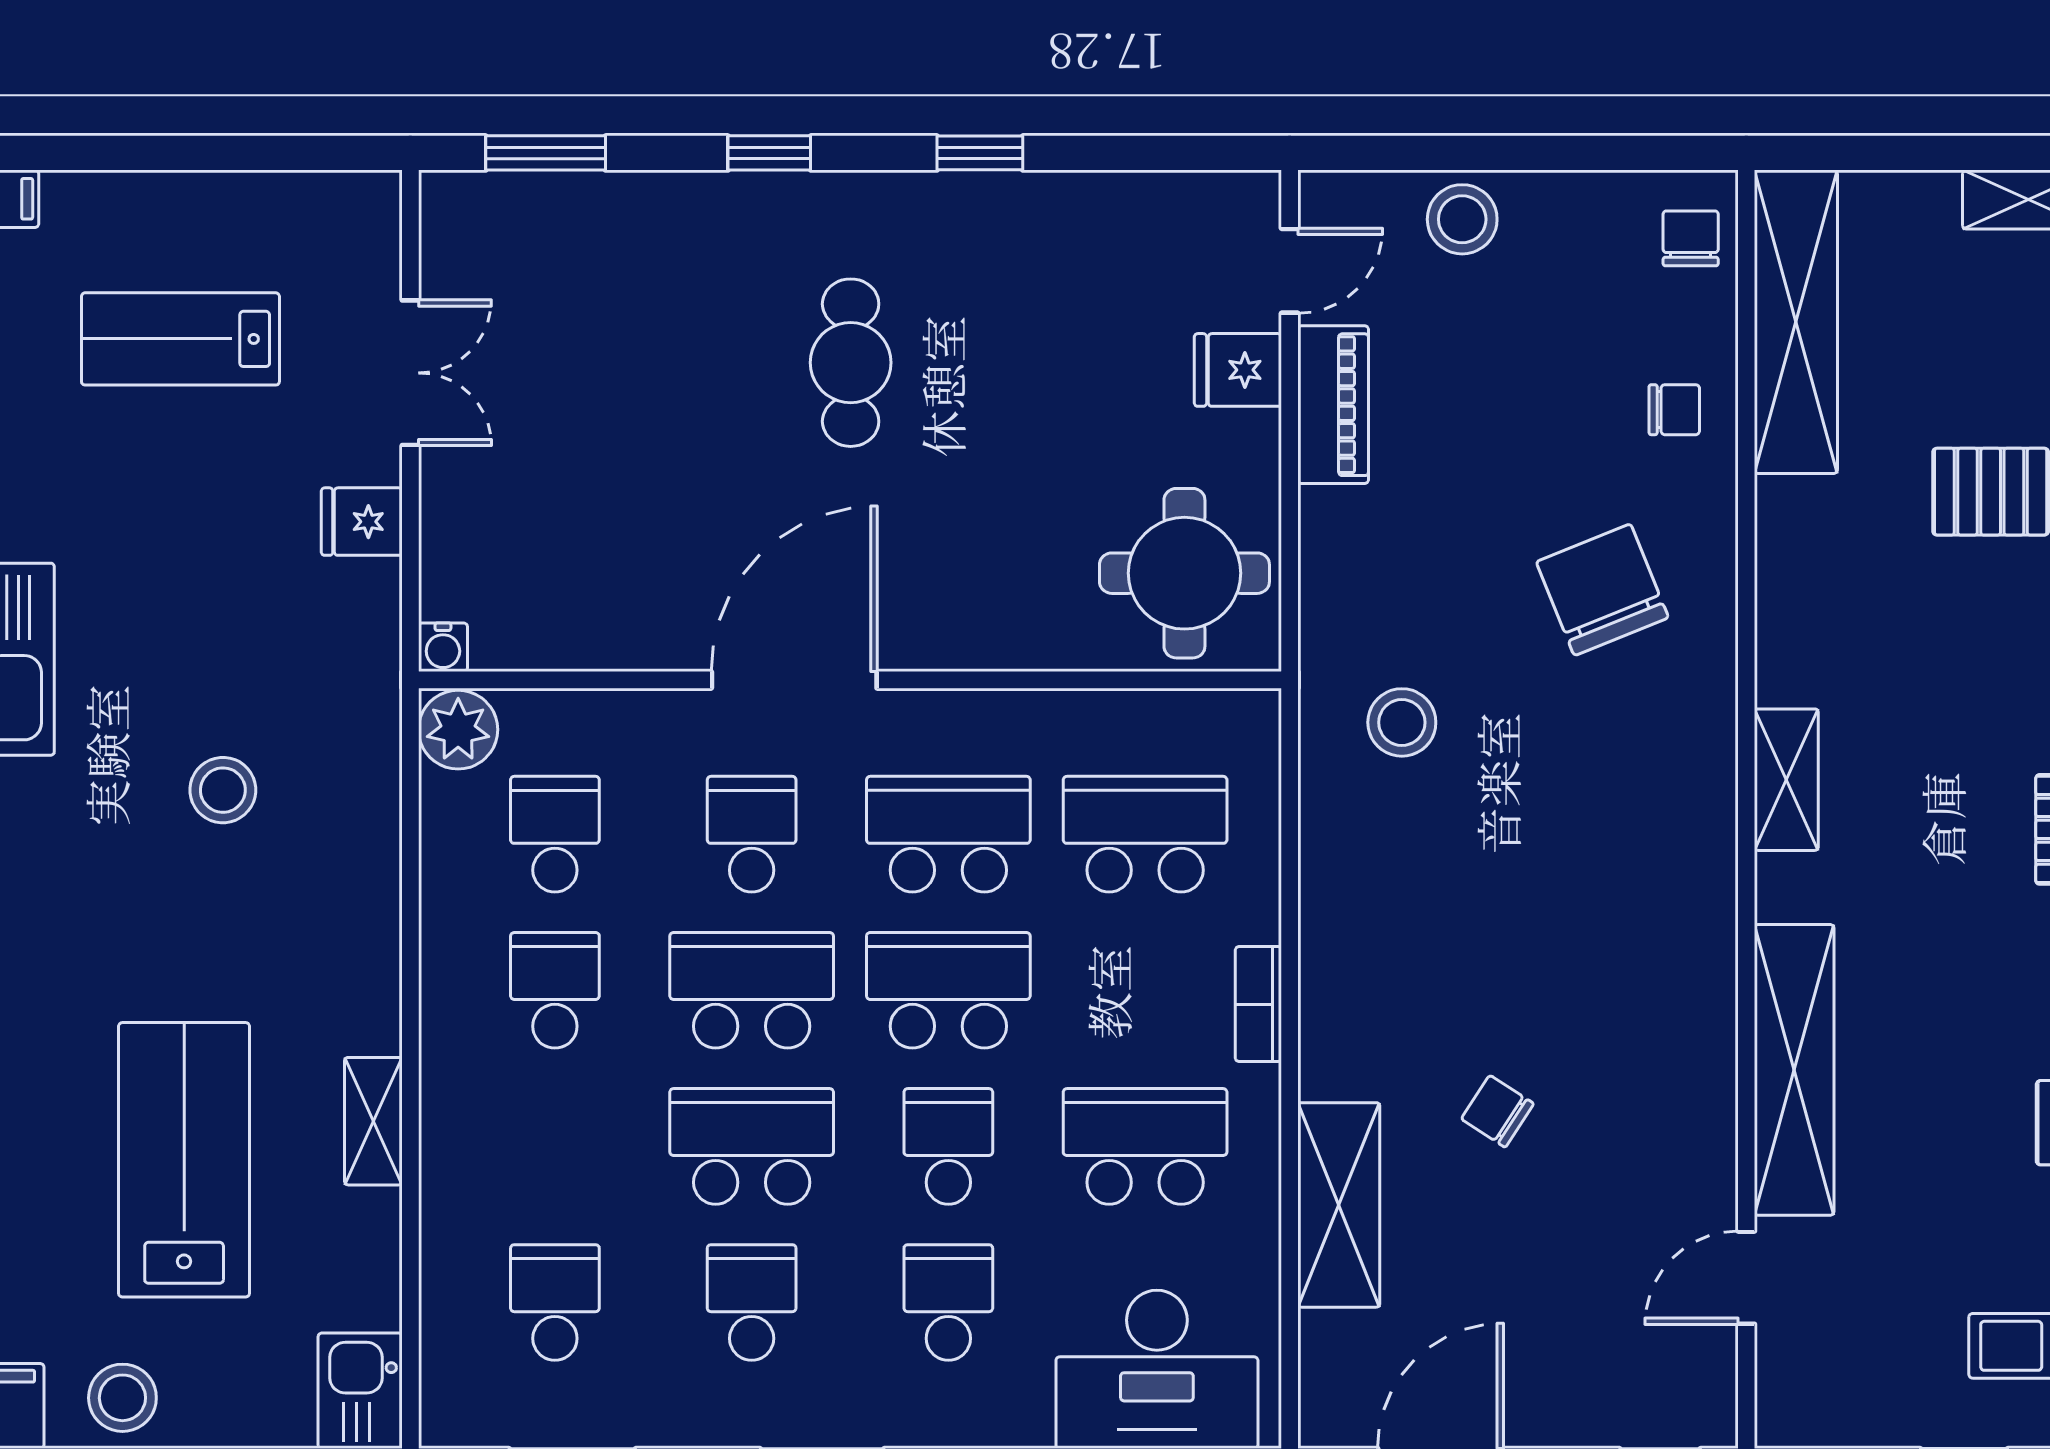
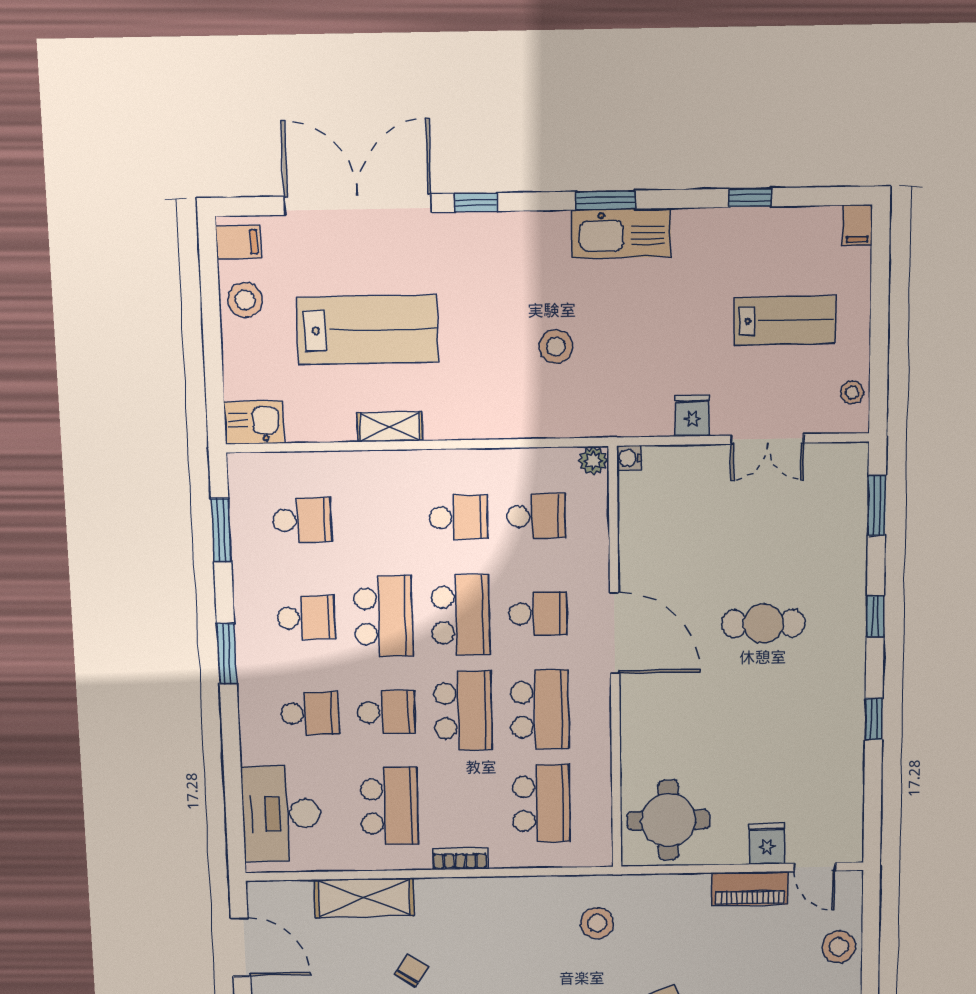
stool: (322, 205) -> (852, 392), added
lab bench: (180, 339) -> (785, 321), turned 90
cafe table: (851, 363) -> (763, 624), moved
plant: (458, 730) -> (593, 461), width x0.73, depth x0.73

